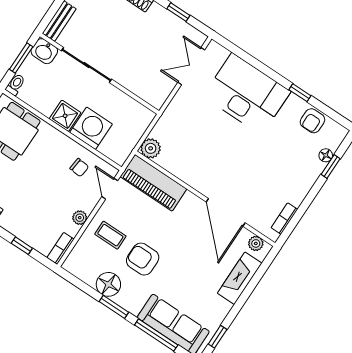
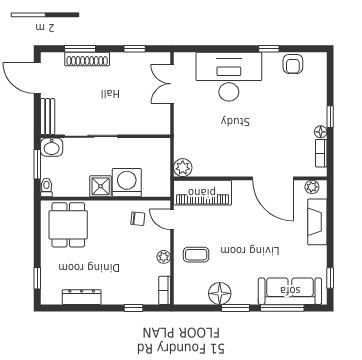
floor lamp: (326, 155) -> (321, 132), moved
window: (331, 167) -> (330, 117), moved
armchair: (143, 259) -> (233, 257), removed

